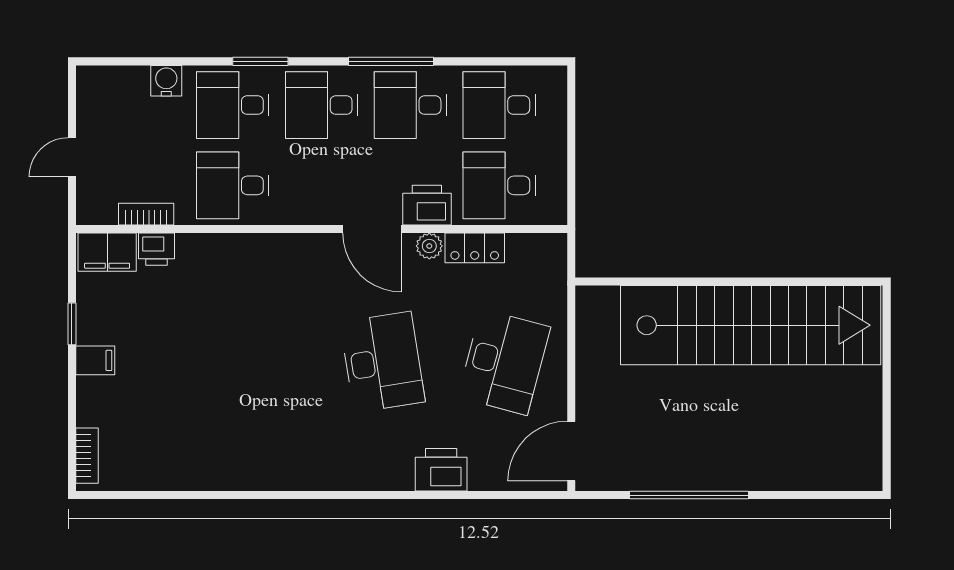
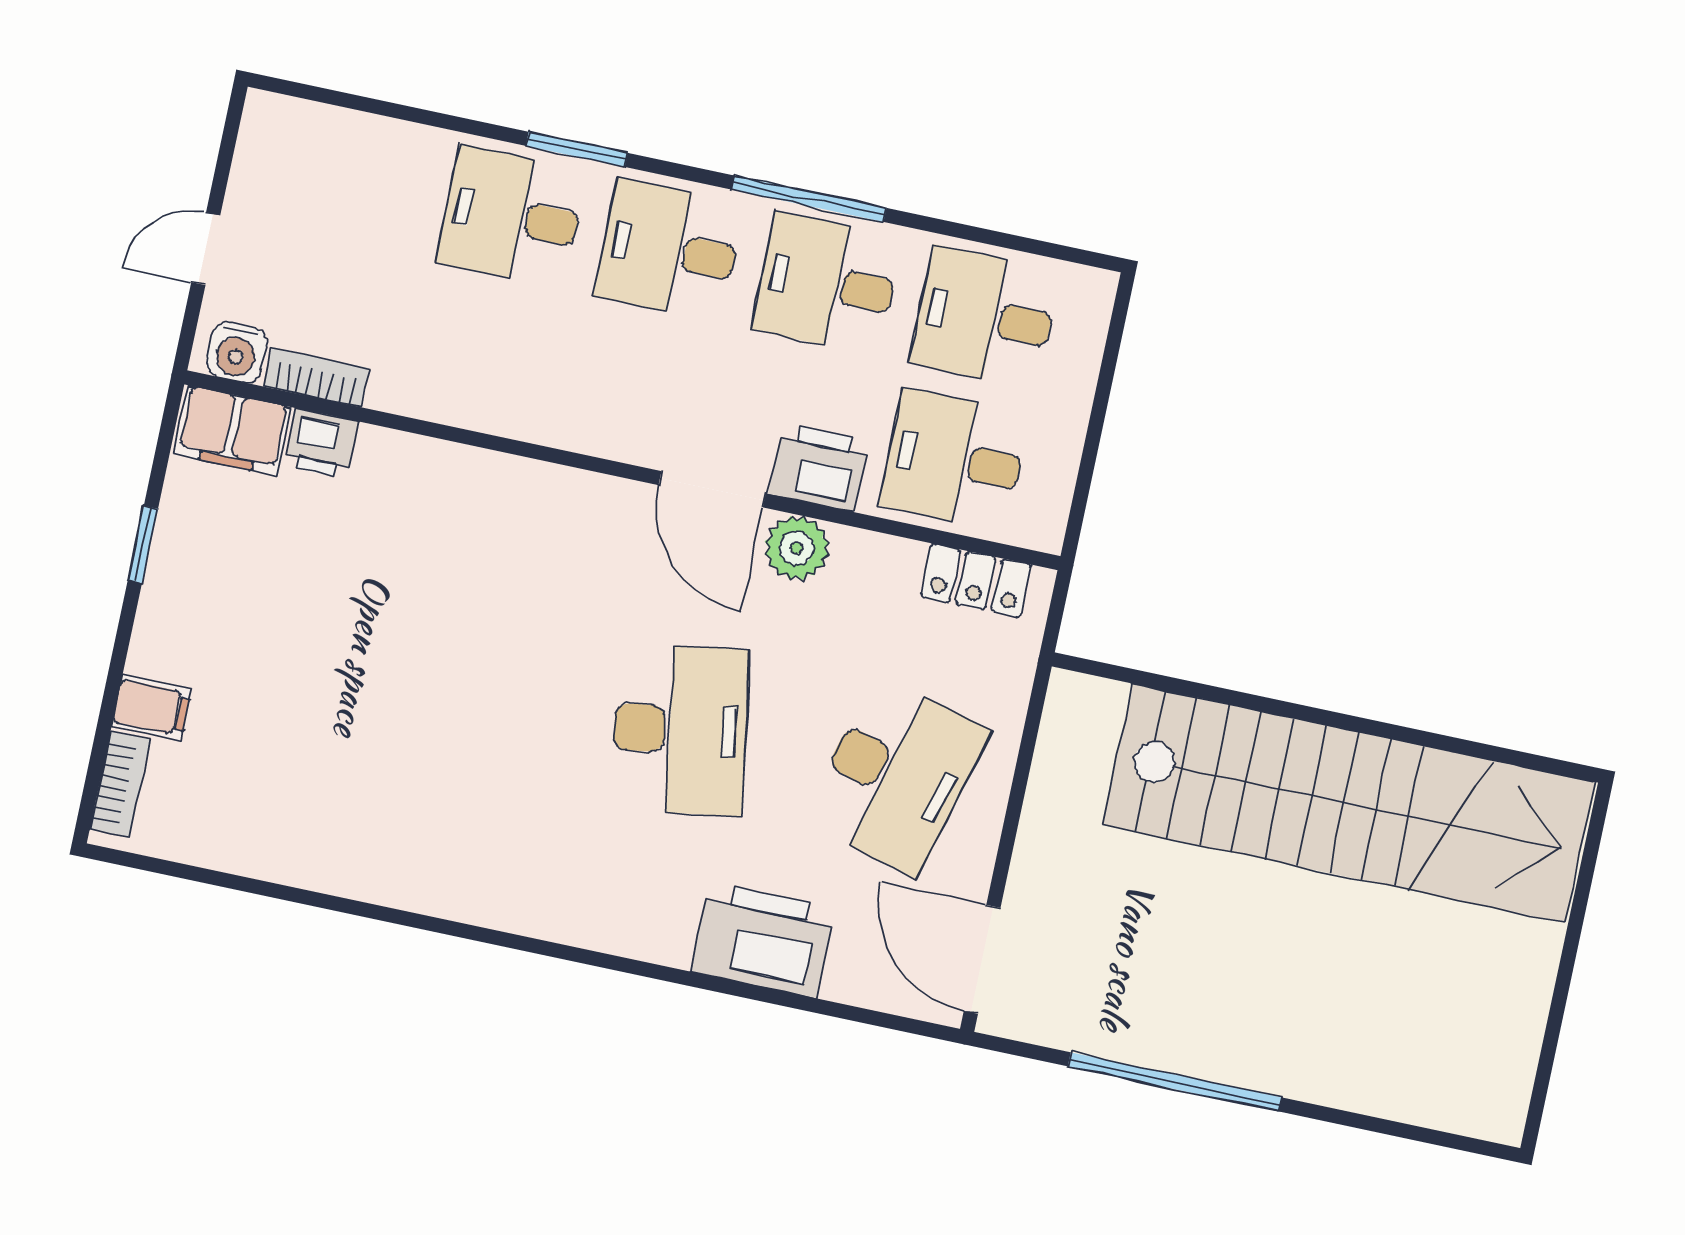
water cooler: (166, 81) -> (237, 352), moved, turned 180
desk: (233, 185) -> (481, 359), removed
plant: (429, 246) -> (797, 548), width x1.38, depth x1.38
locker: (475, 248) -> (976, 581), moved
filing cabinet: (95, 360) -> (152, 708), moved
door: (571, 451) -> (982, 959), hinge flipped
printer: (441, 470) -> (763, 940), width x1.37, depth x1.19

